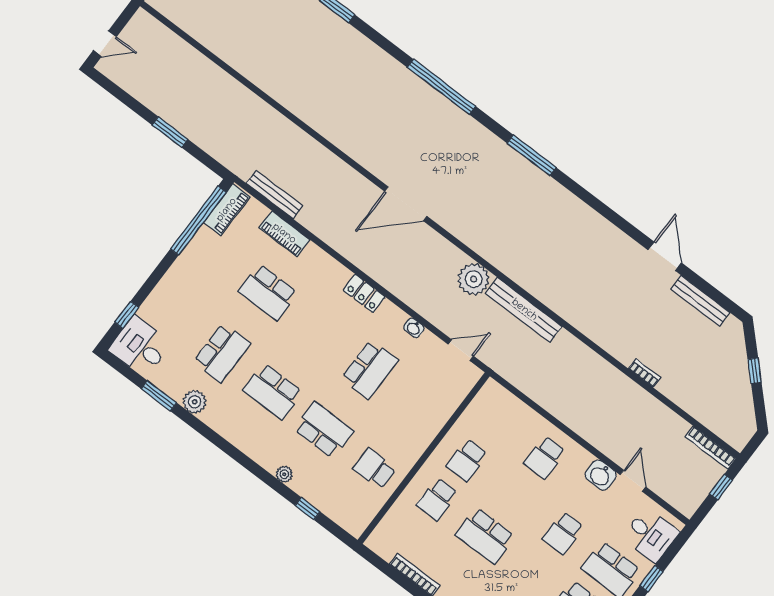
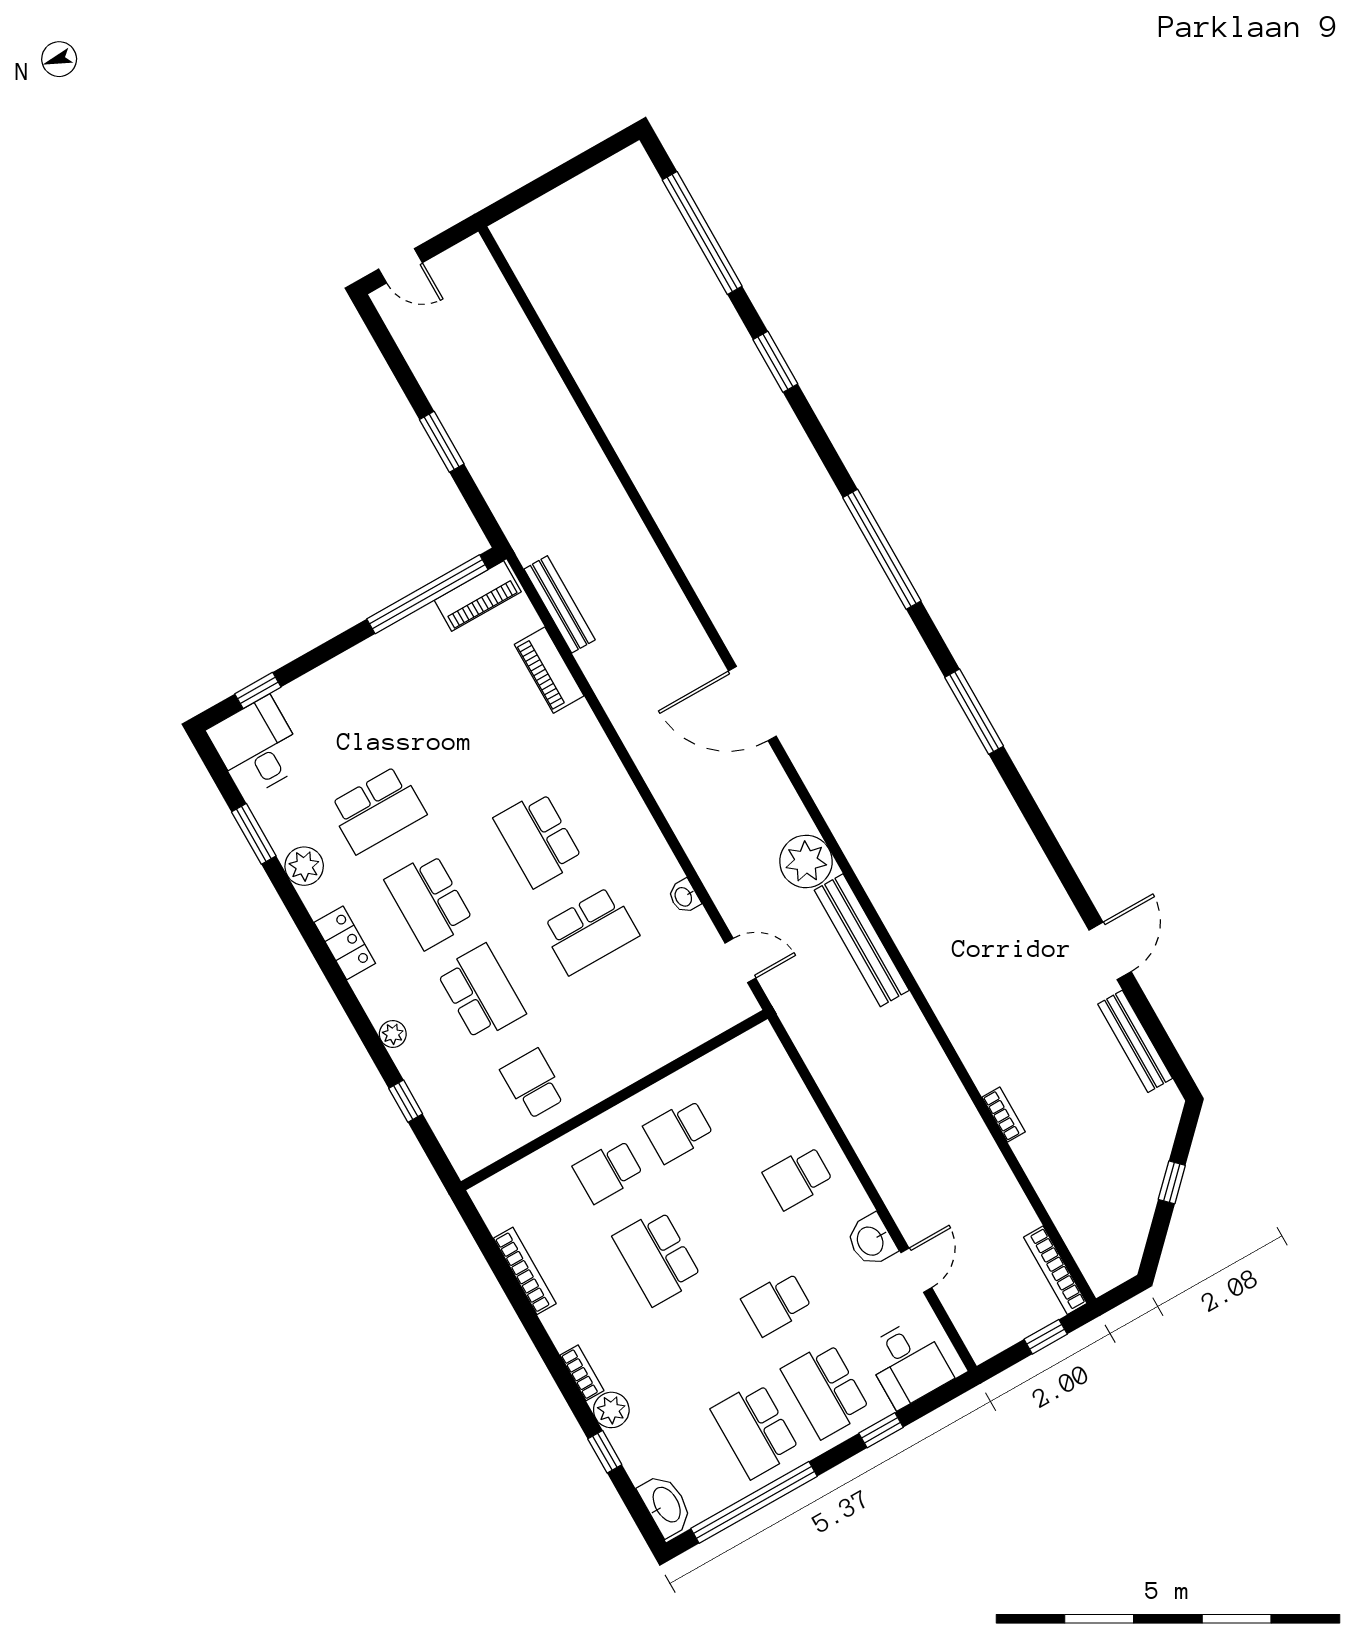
school desk: (268, 292) -> (538, 839), moved
locker: (364, 293) -> (345, 943), moved, turned 180

